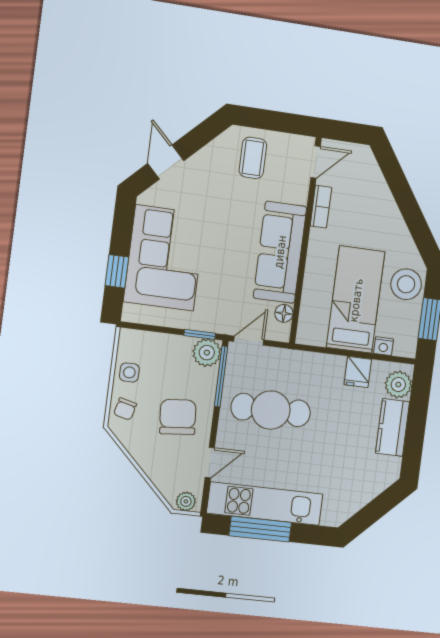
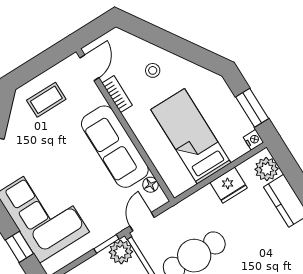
coffee table: (253, 158) -> (46, 100), turned 90
stool: (406, 284) -> (153, 70), moved, width x0.53, depth x0.53
nightstand: (383, 346) -> (253, 140), moved, turned -90
fridge: (358, 372) -> (229, 185), width x1.38

